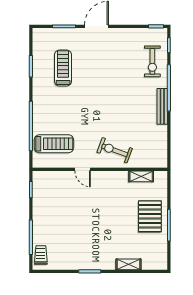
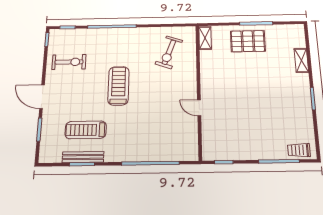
exercise bike: (152, 61) -> (69, 62), moved
bench: (162, 106) -> (83, 157), moved
treadmill: (54, 144) -> (118, 86), moved
exercise bike: (115, 150) -> (169, 52), moved
door: (83, 169) -> (199, 108), swing flipped
shelving: (141, 176) -> (205, 38), moved

